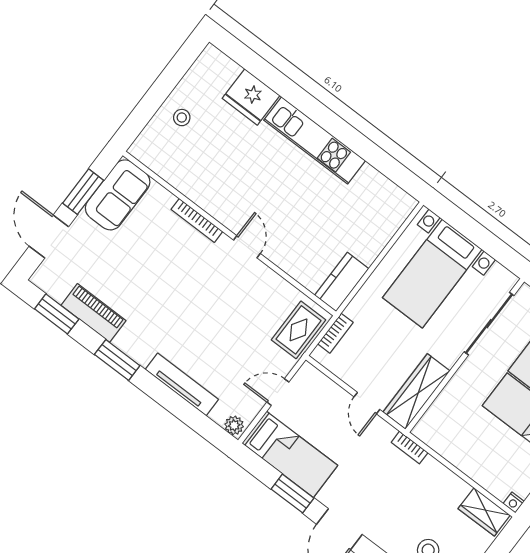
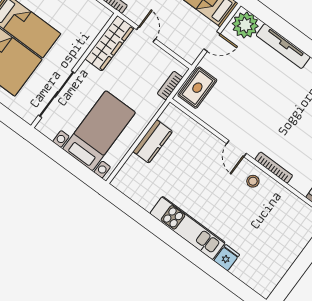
fridge: (251, 97) -> (227, 258), width x0.53, depth x0.75
stool: (182, 118) -> (253, 181), moved
kitchen counter: (342, 282) -> (153, 141), moved
plant: (234, 425) -> (245, 25), width x1.87, depth x1.87

